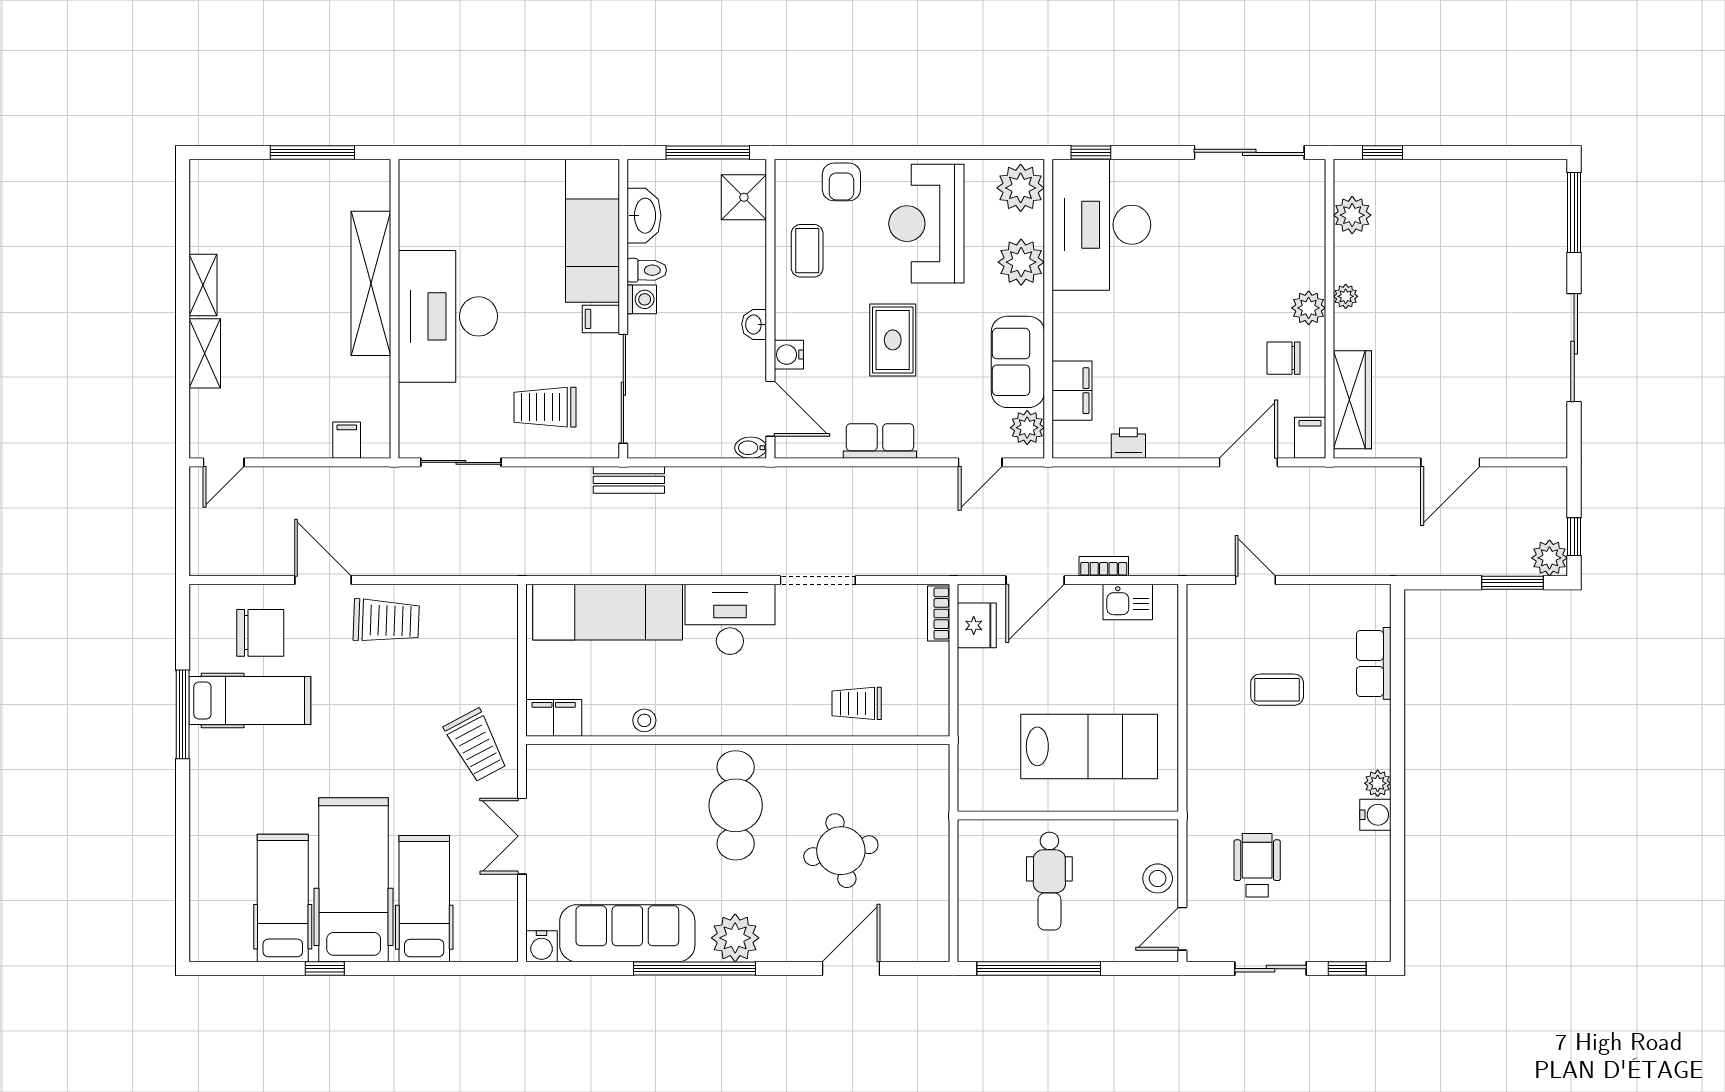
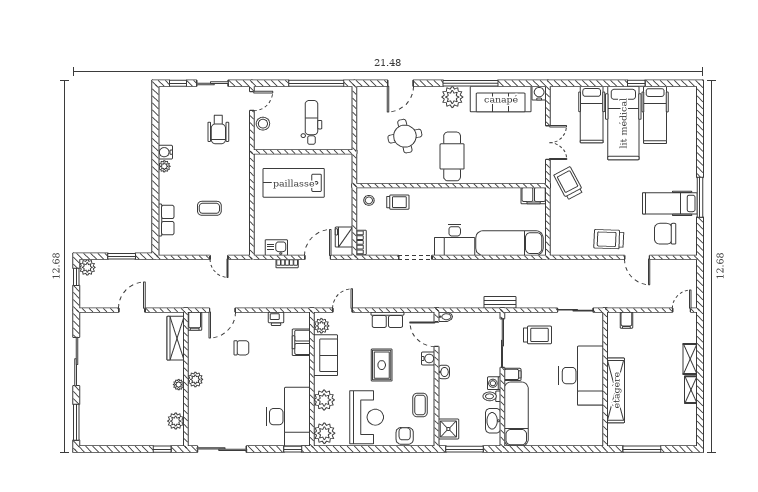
chair: (1283, 358) -> (241, 348), moved
window: (1513, 583) -> (122, 256), moved
stool: (644, 720) -> (369, 200), moved

